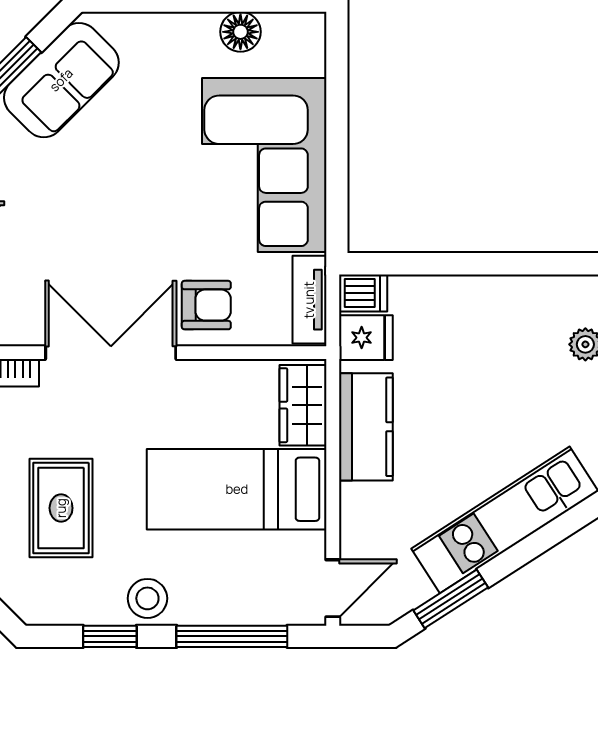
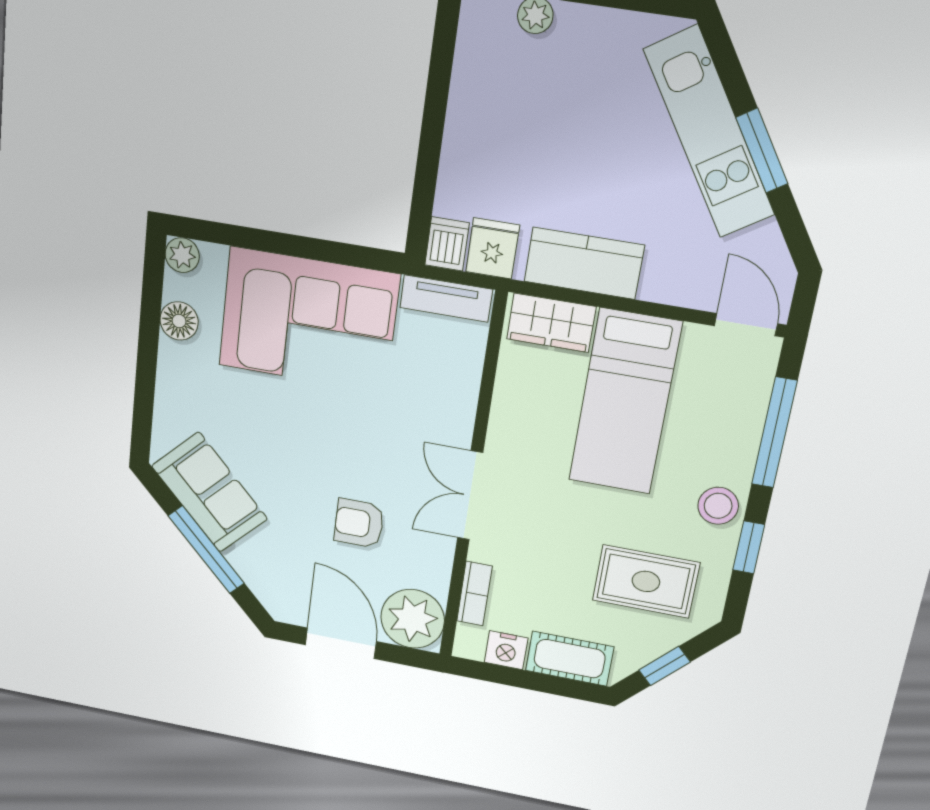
plant: (309, 29) -> (182, 255), added
armchair: (206, 305) -> (359, 523), moved, turned -90
double door: (111, 353) -> (470, 496), width x0.73
rug: (61, 508) -> (646, 581), moved
window: (451, 599) -> (762, 151), moved

